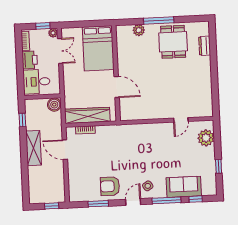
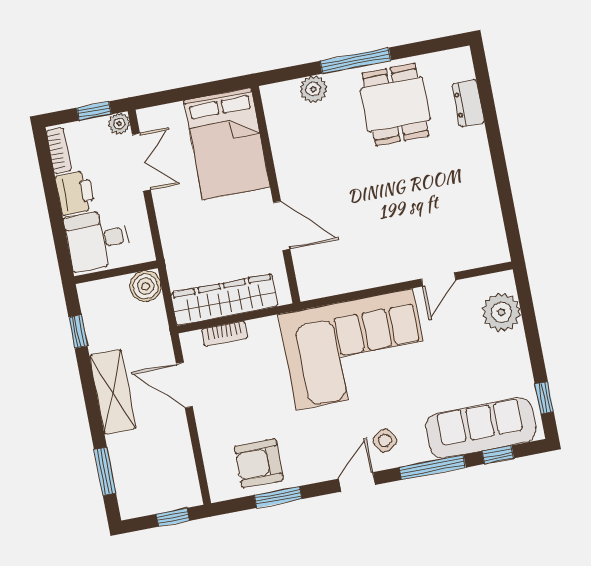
corner sofa: (140, 145) -> (355, 349), added
window: (219, 166) -> (544, 398), moved
window: (25, 182) -> (105, 471), added
armchair: (110, 186) -> (259, 463), moved
sofa: (184, 187) -> (481, 428), width x1.36

